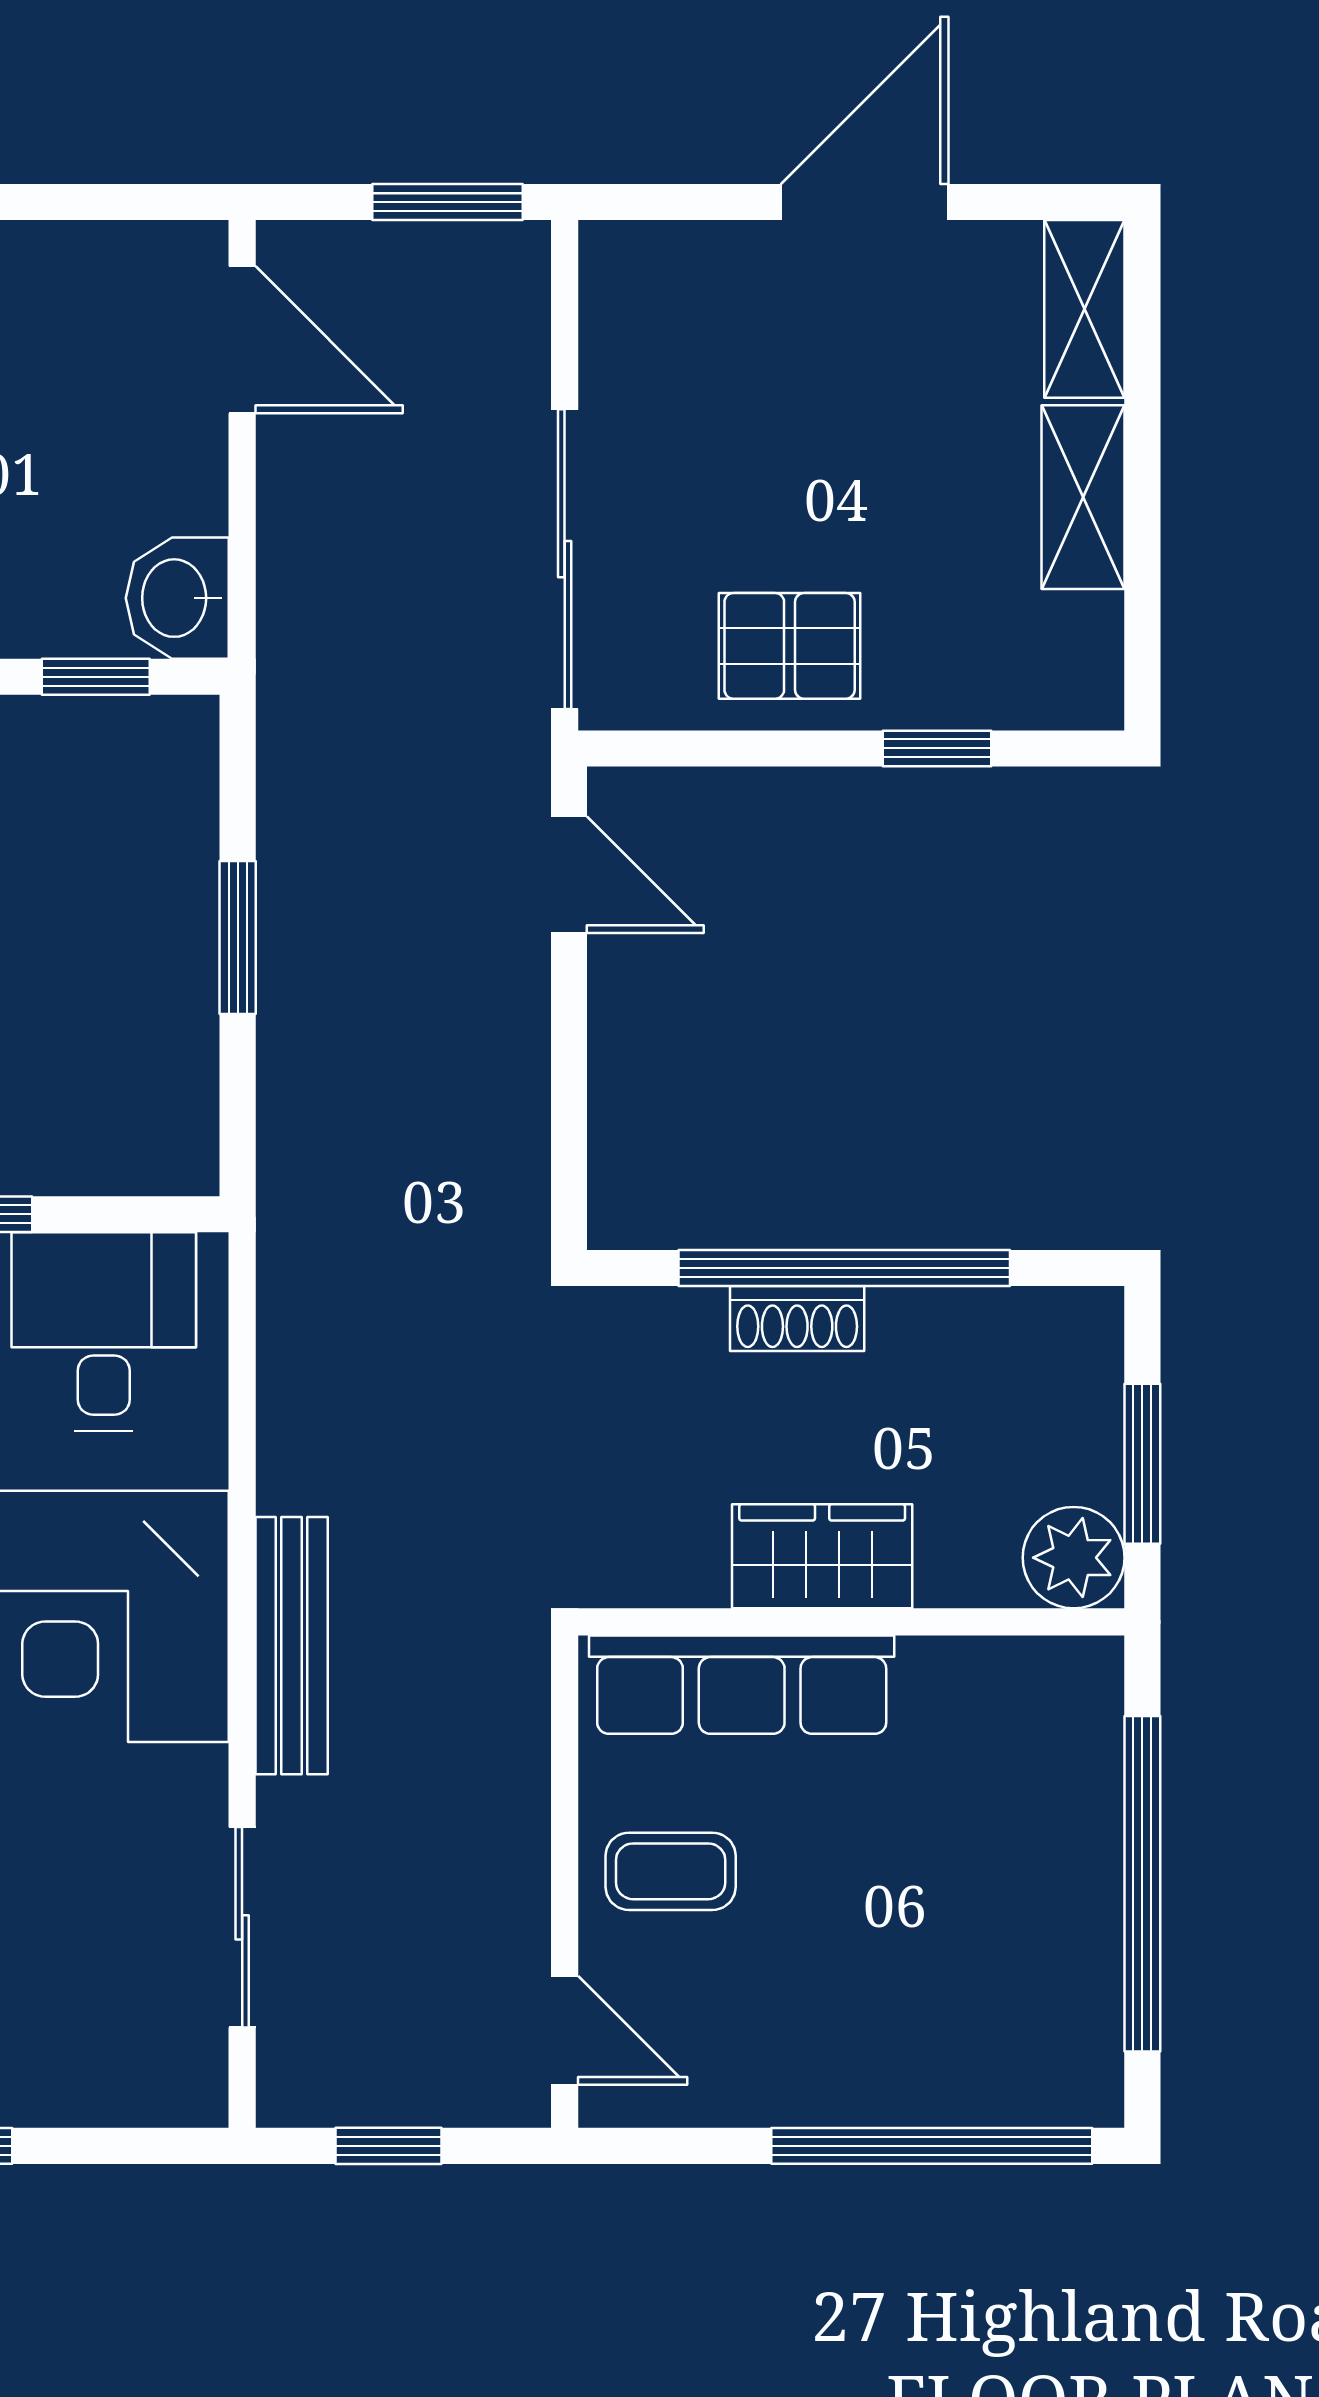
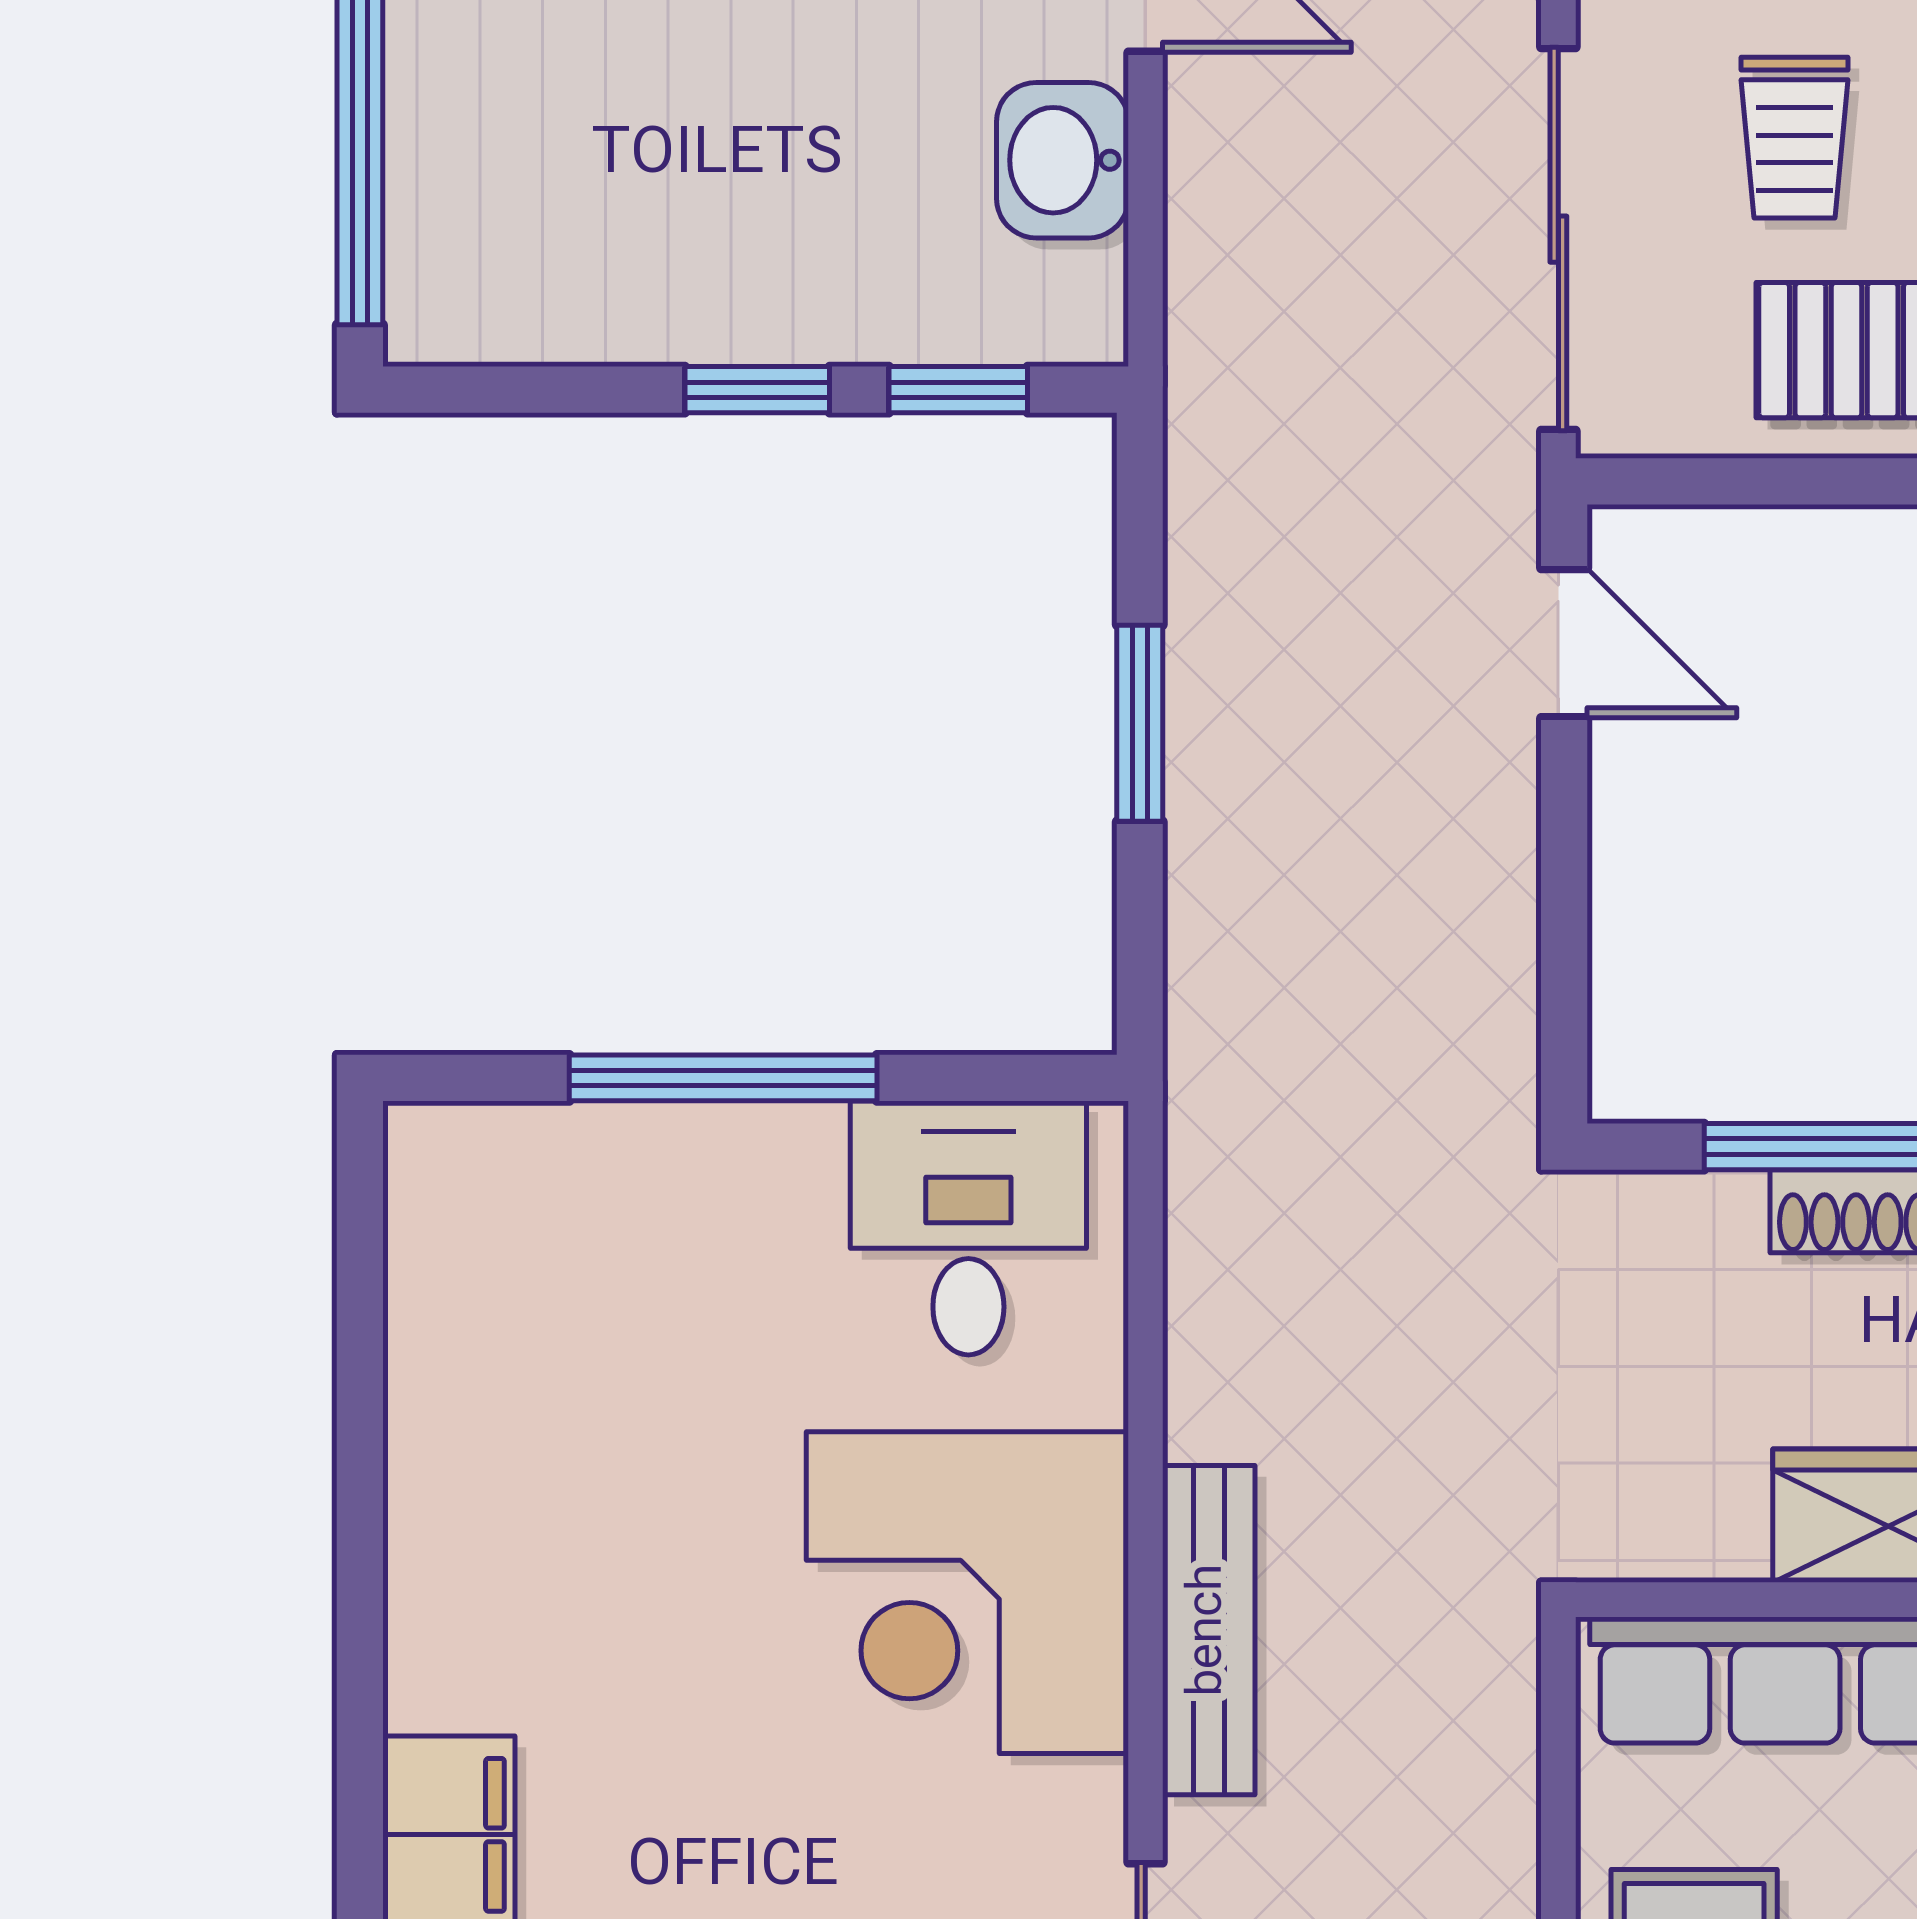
trolley: (749, 480) -> (1794, 138), added
washbasin: (177, 598) -> (1062, 160), moved

